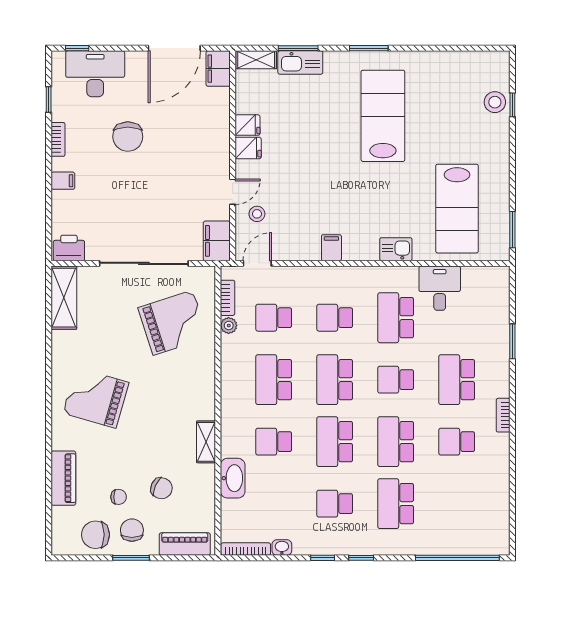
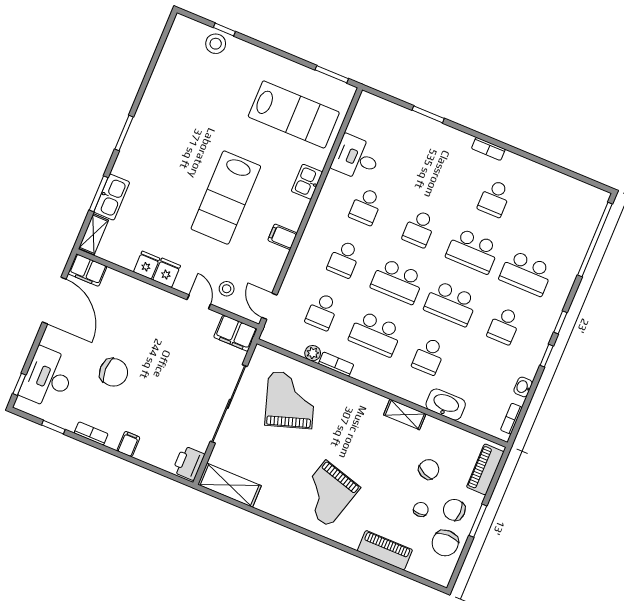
lab bench: (383, 116) -> (226, 198), moved, turned -90
bookcase: (228, 298) -> (336, 364), moved
school desk: (396, 318) -> (366, 206), width x0.54
school desk: (457, 380) -> (441, 176), removed
bookcase: (246, 549) -> (511, 419), width x0.64

